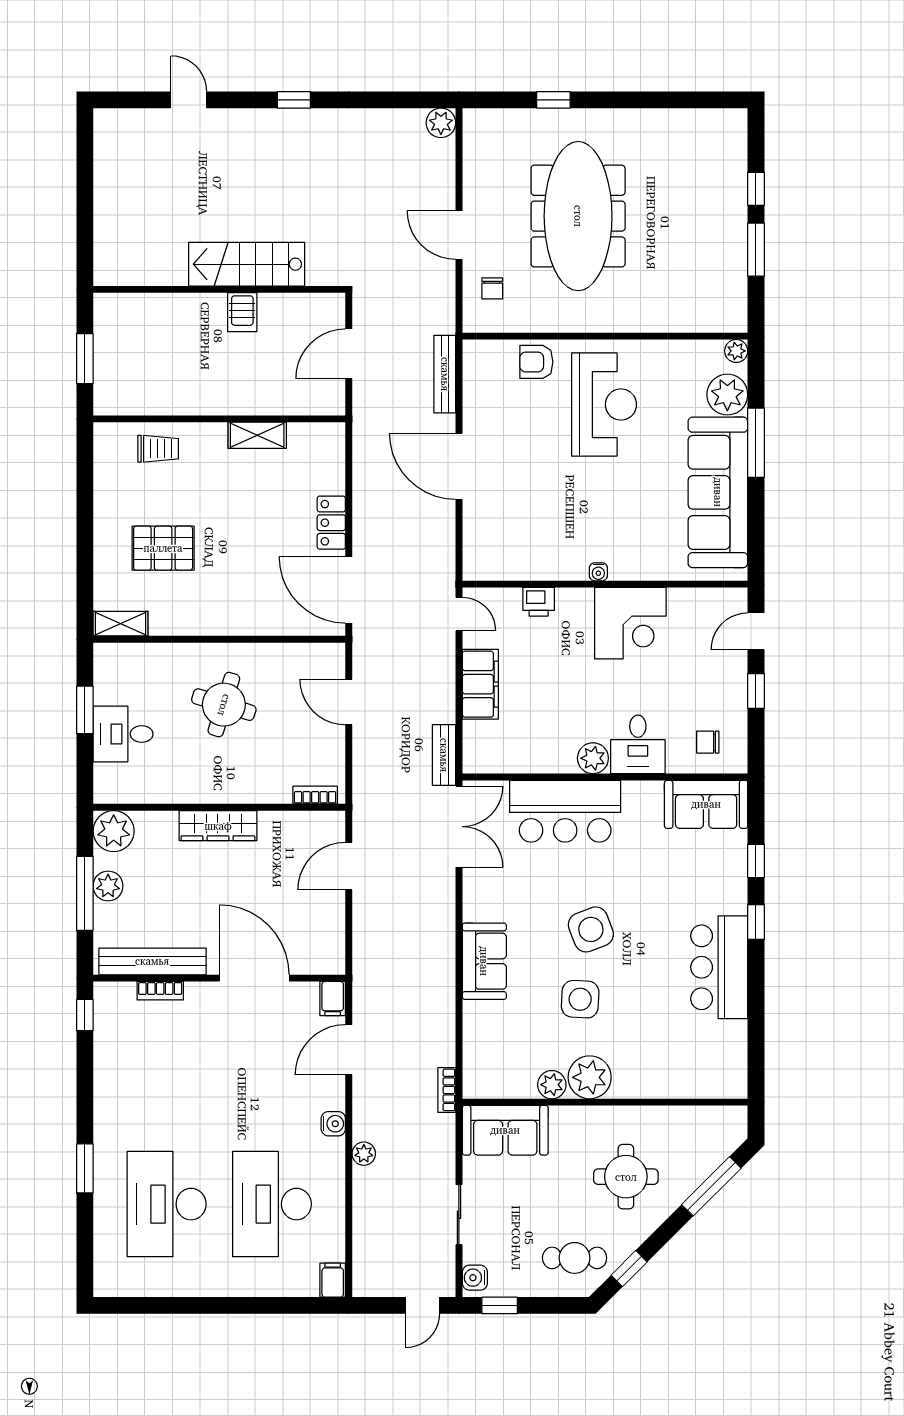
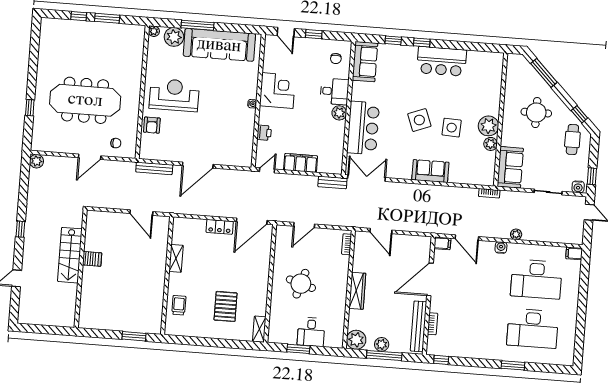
stairs: (247, 264) -> (70, 255), moved
wall: (219, 289) -> (81, 269), moved
server rack: (242, 312) -> (92, 259), moved

